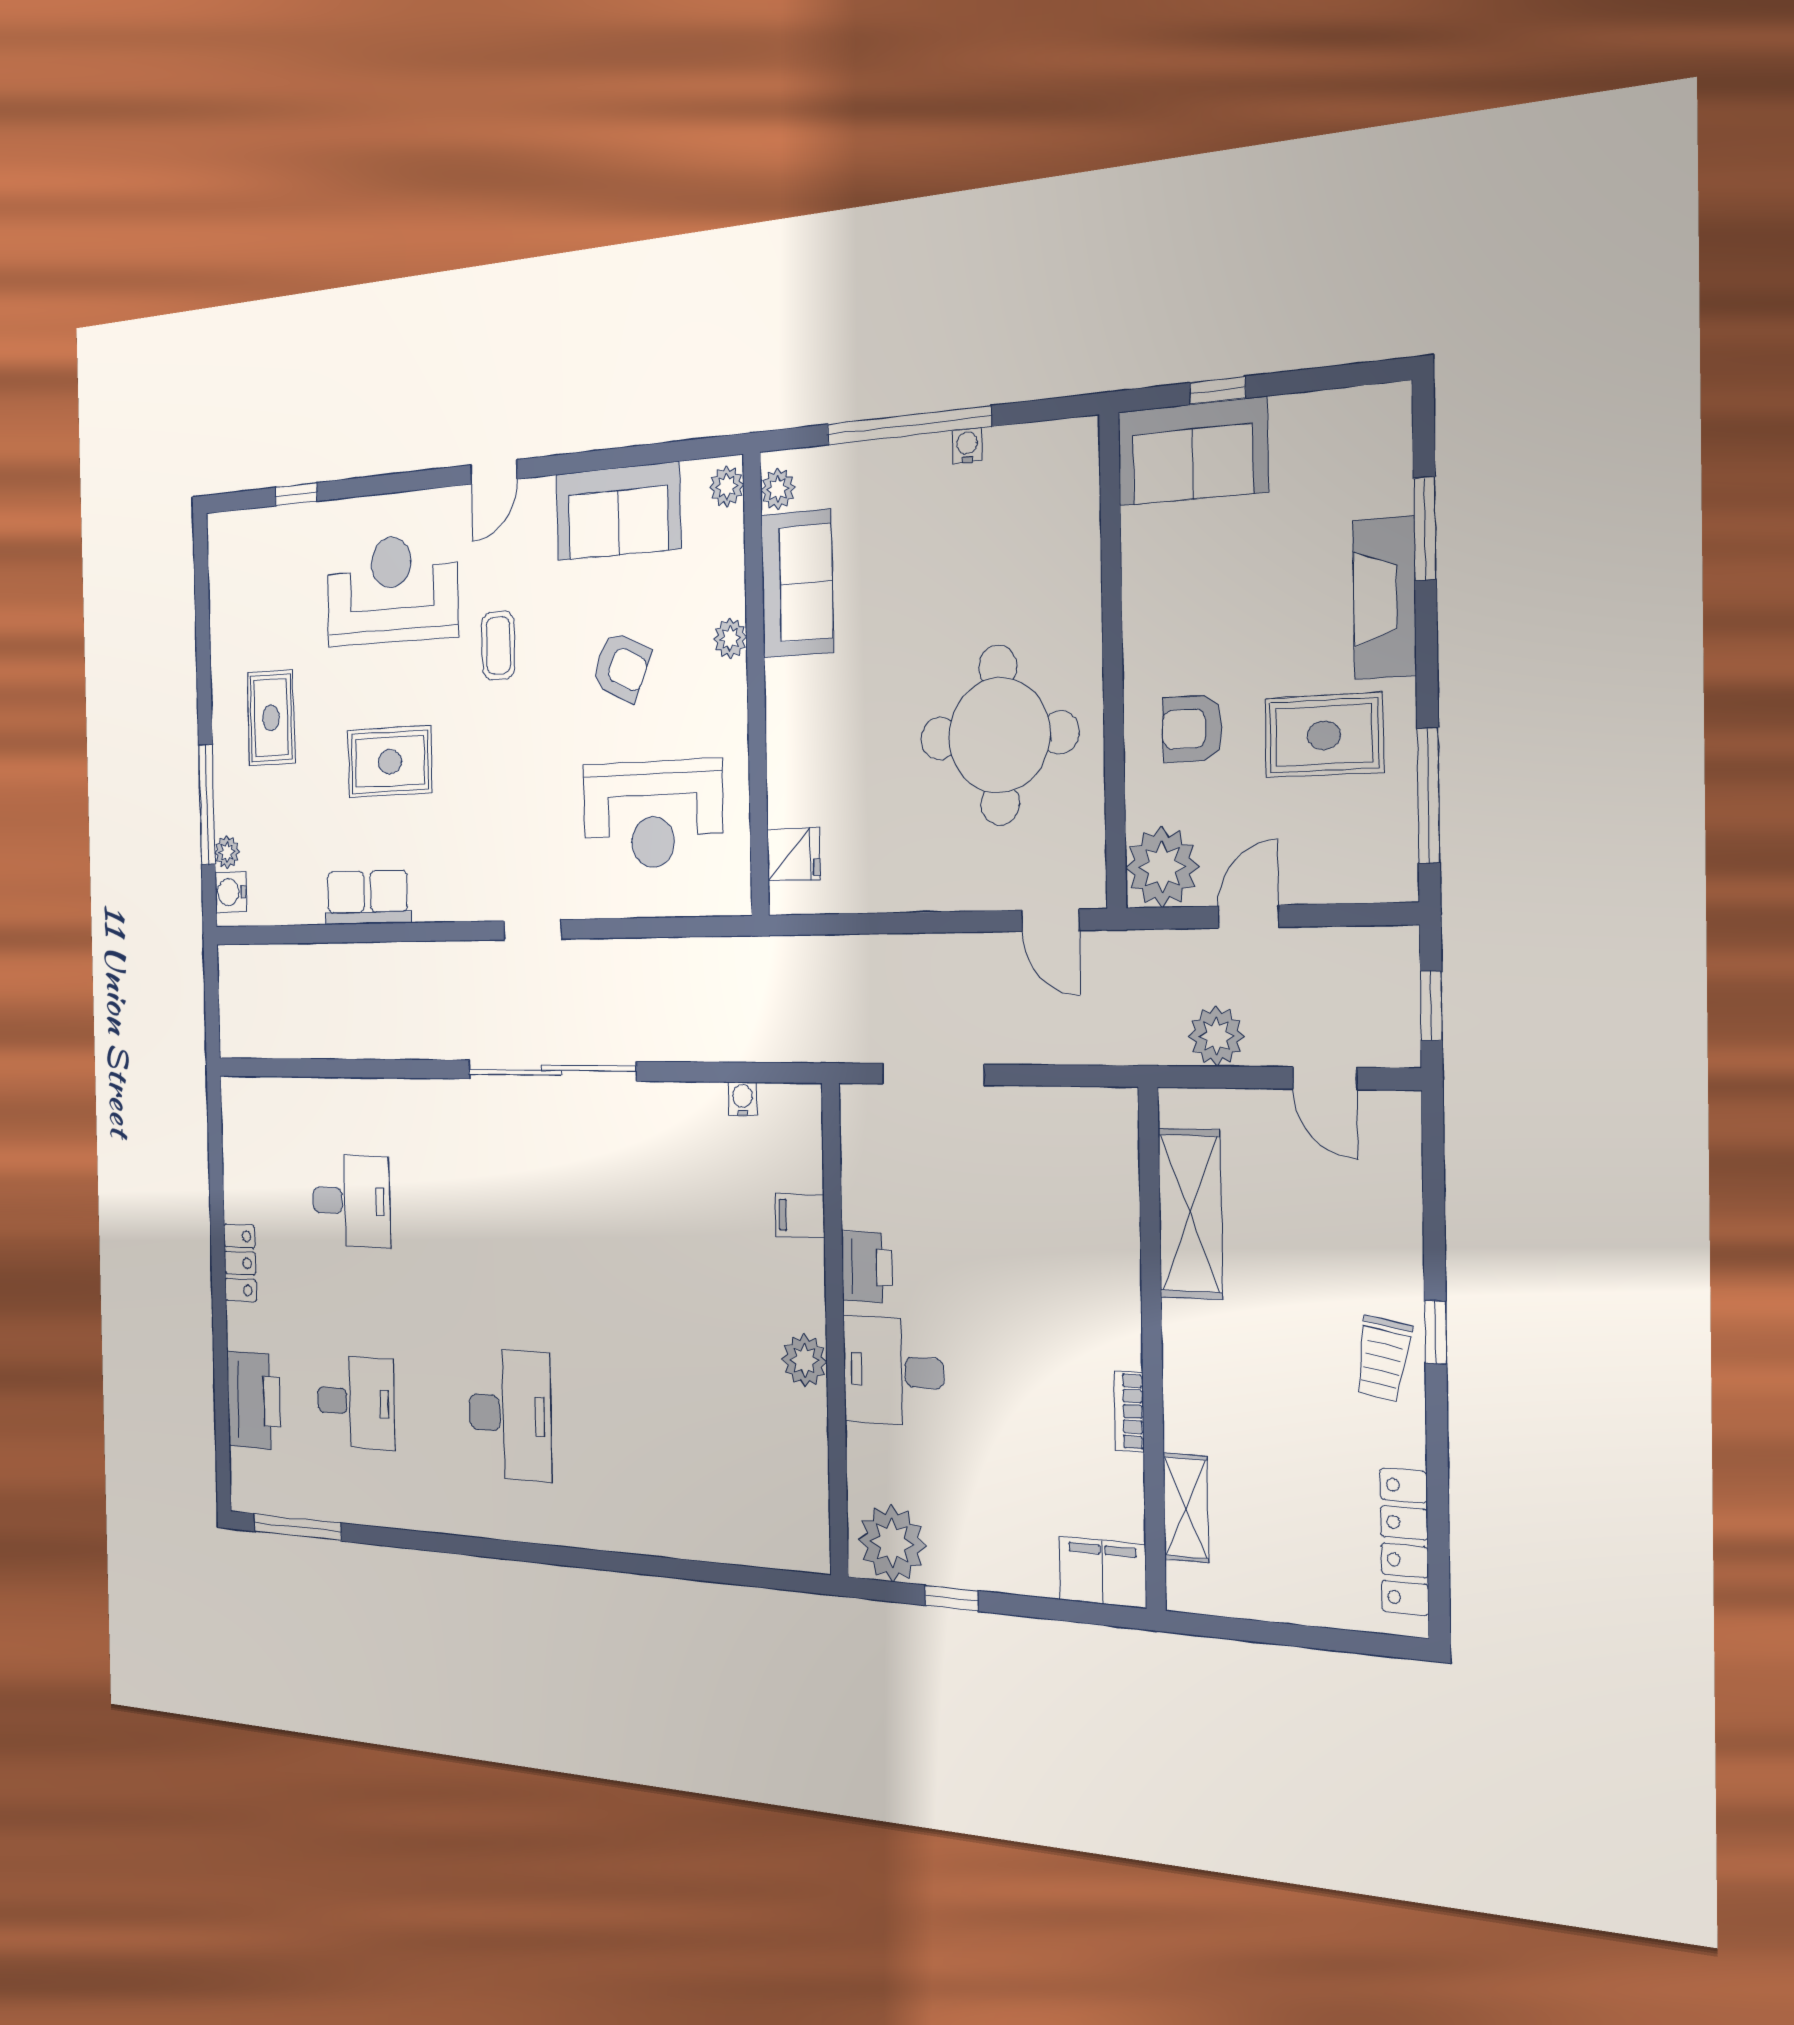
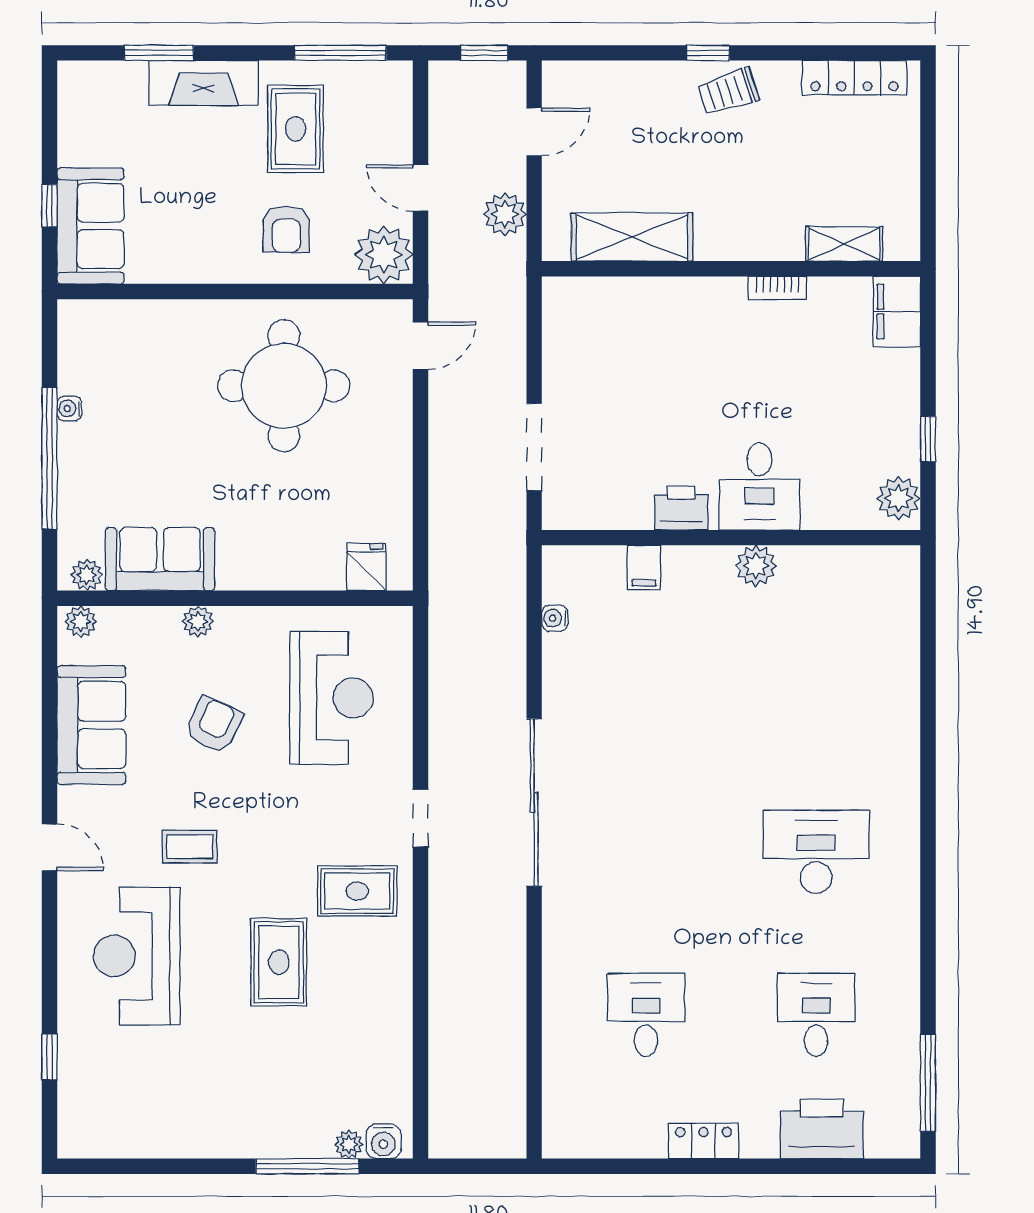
rug: (271, 718) -> (357, 891), moved
row of seats: (367, 897) -> (391, 990), removed
trolley: (1383, 1359) -> (728, 92), turned 152
plant: (892, 1543) -> (899, 498), width x0.73, depth x0.73

